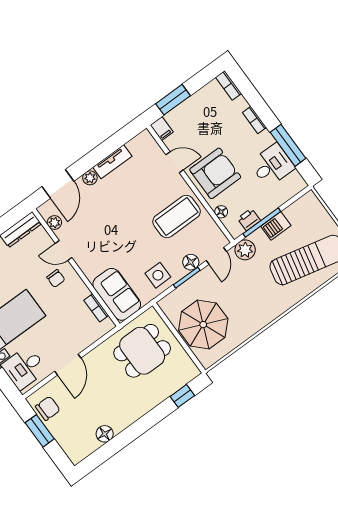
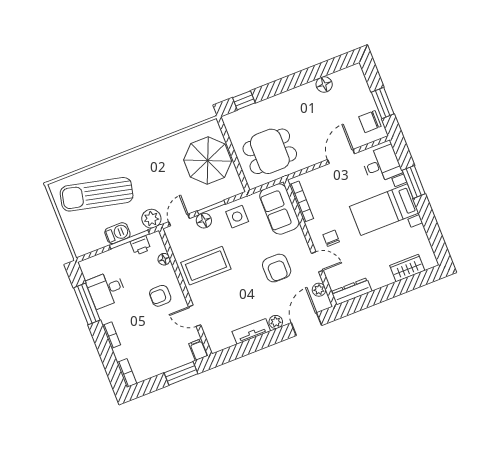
armchair: (215, 173) -> (160, 296), width x0.53, depth x0.53
armchair: (104, 233) -> (277, 268), added
bookcase: (96, 308) -> (301, 202), width x1.56

